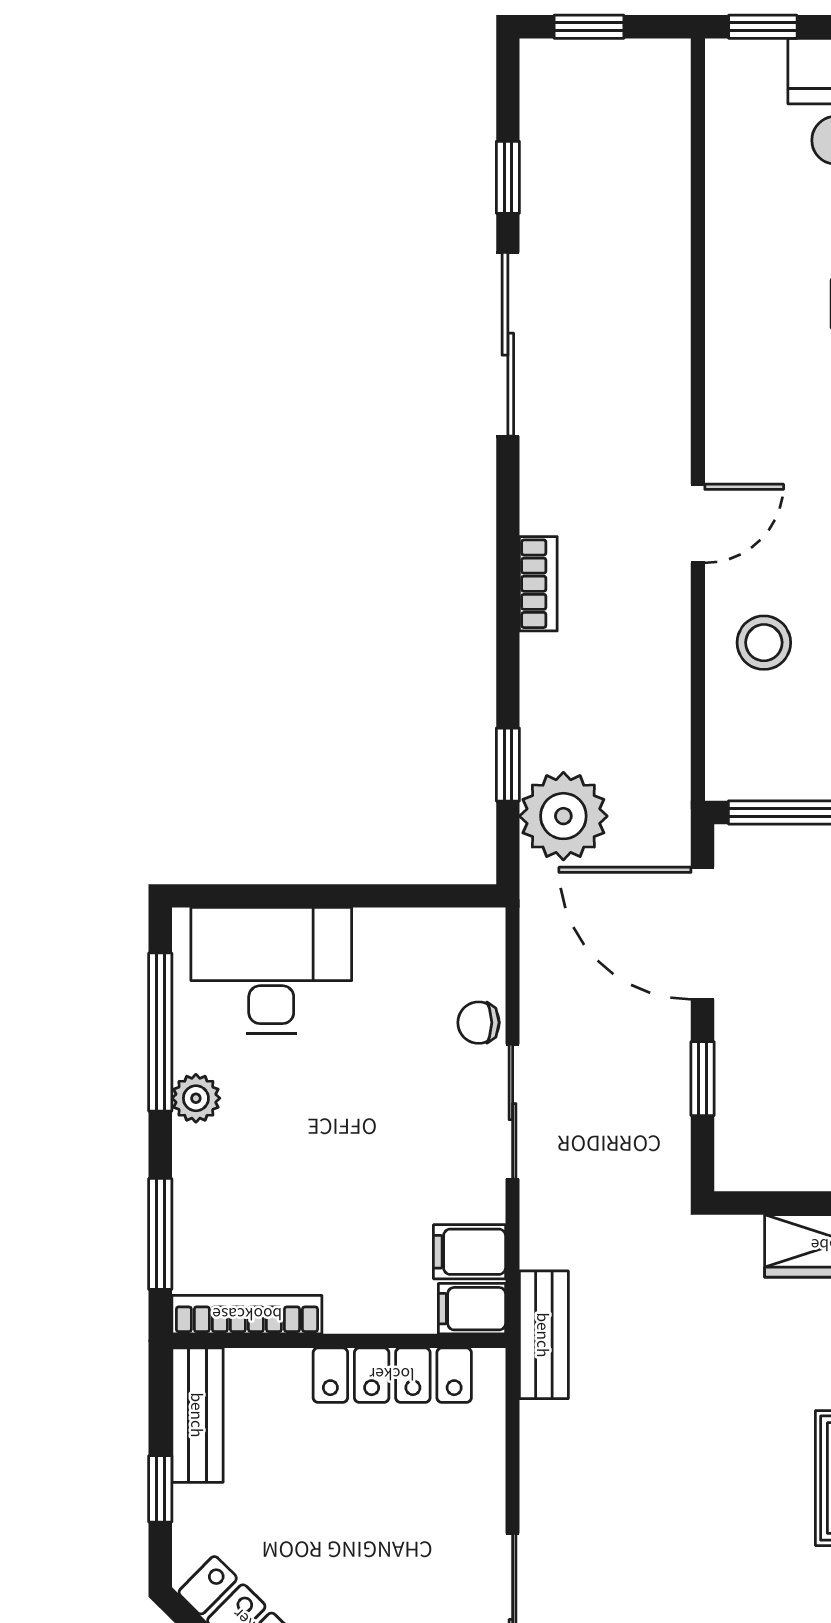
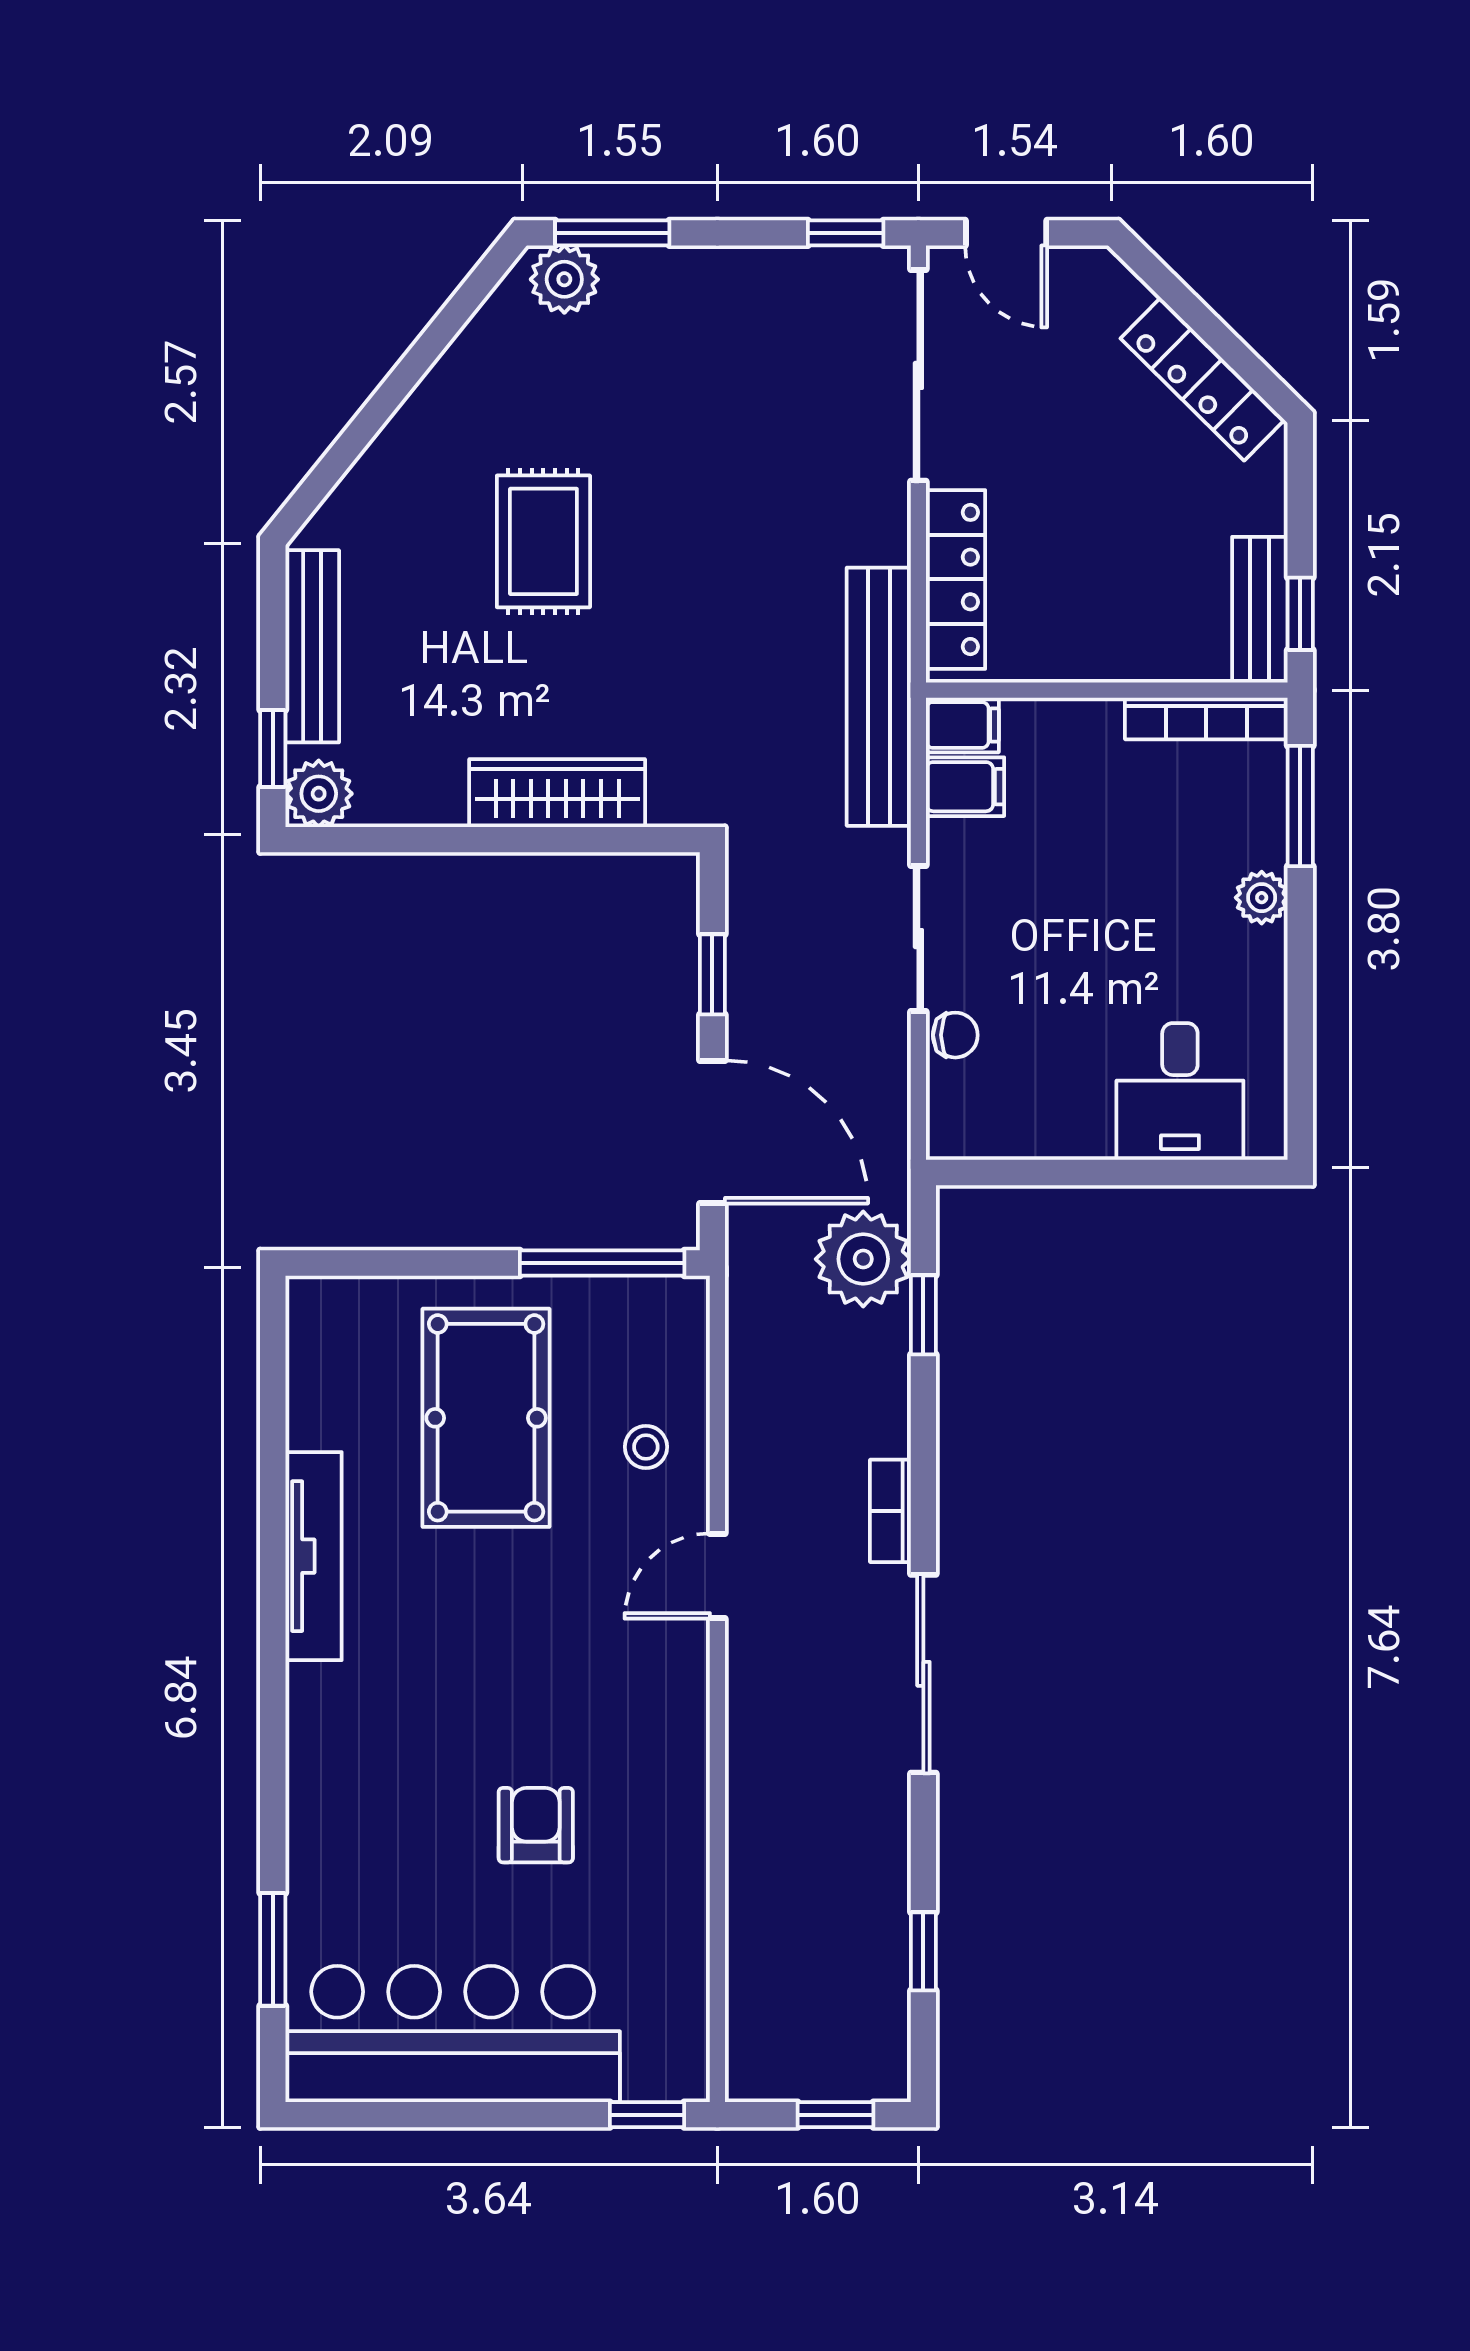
sliding door: (508, 344) -> (923, 1674), moved
stool: (764, 643) -> (646, 1447), width x0.73, depth x0.73
desk: (271, 971) -> (1180, 1092), width x0.73
window: (160, 1032) -> (1300, 1025), removed
plant: (196, 1098) -> (1262, 898), moved
bench: (544, 1335) -> (879, 697), width x1.86, depth x1.21
locker: (392, 1375) -> (956, 579), moved, turned 90
window: (160, 1489) -> (1300, 614), moved

